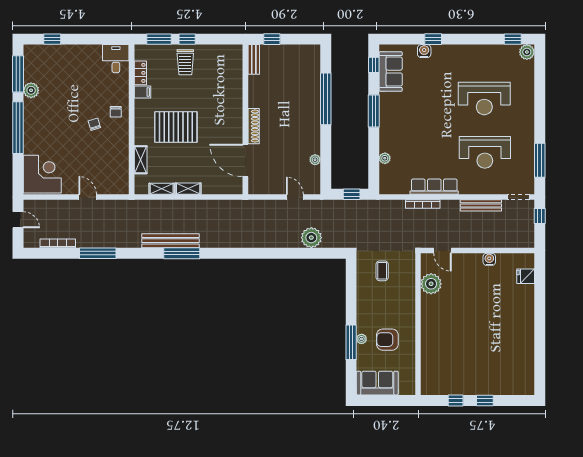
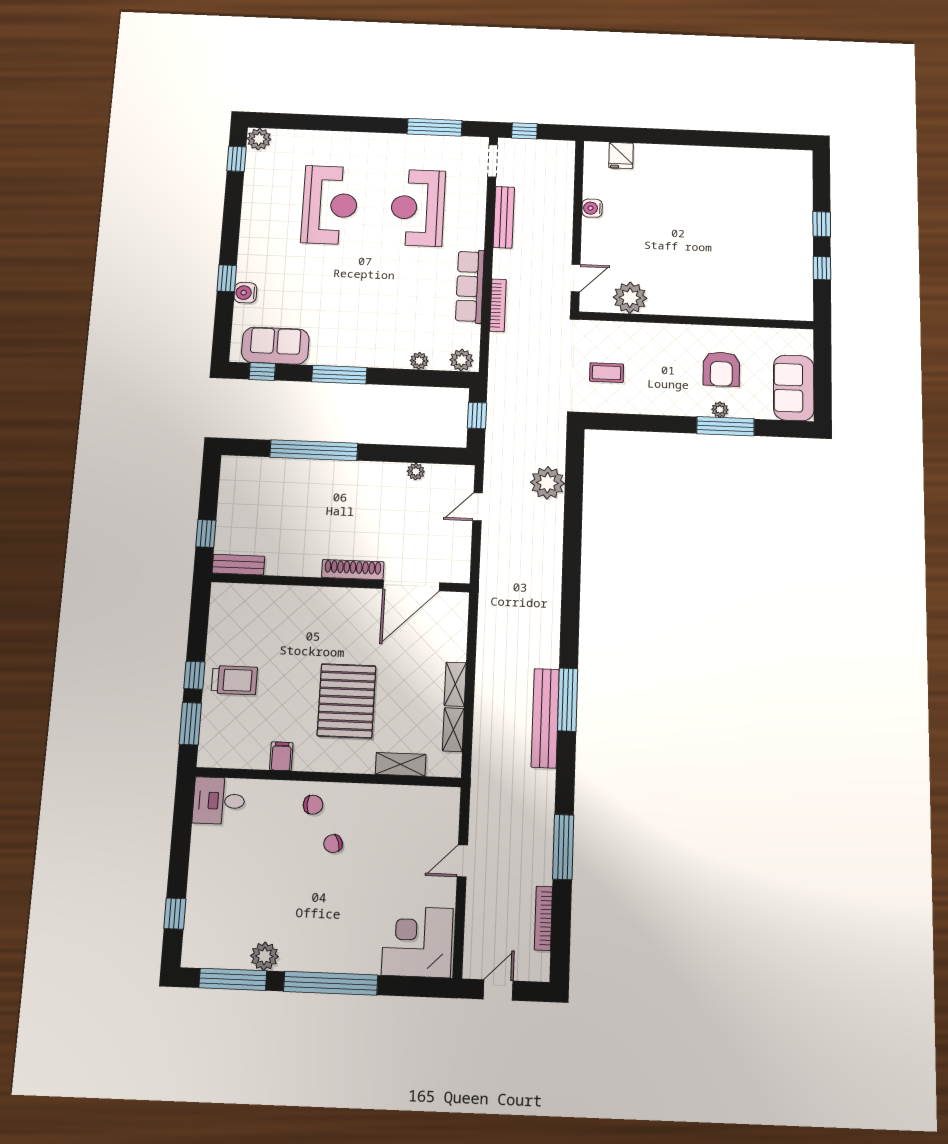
locker: (140, 73) -> (247, 759), removed
reception desk: (485, 152) -> (418, 208), turned 180
plant: (386, 184) -> (462, 360), added

